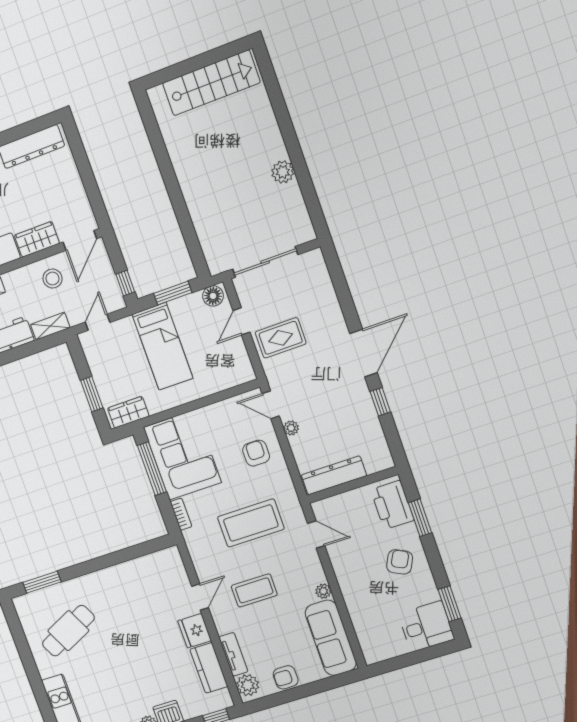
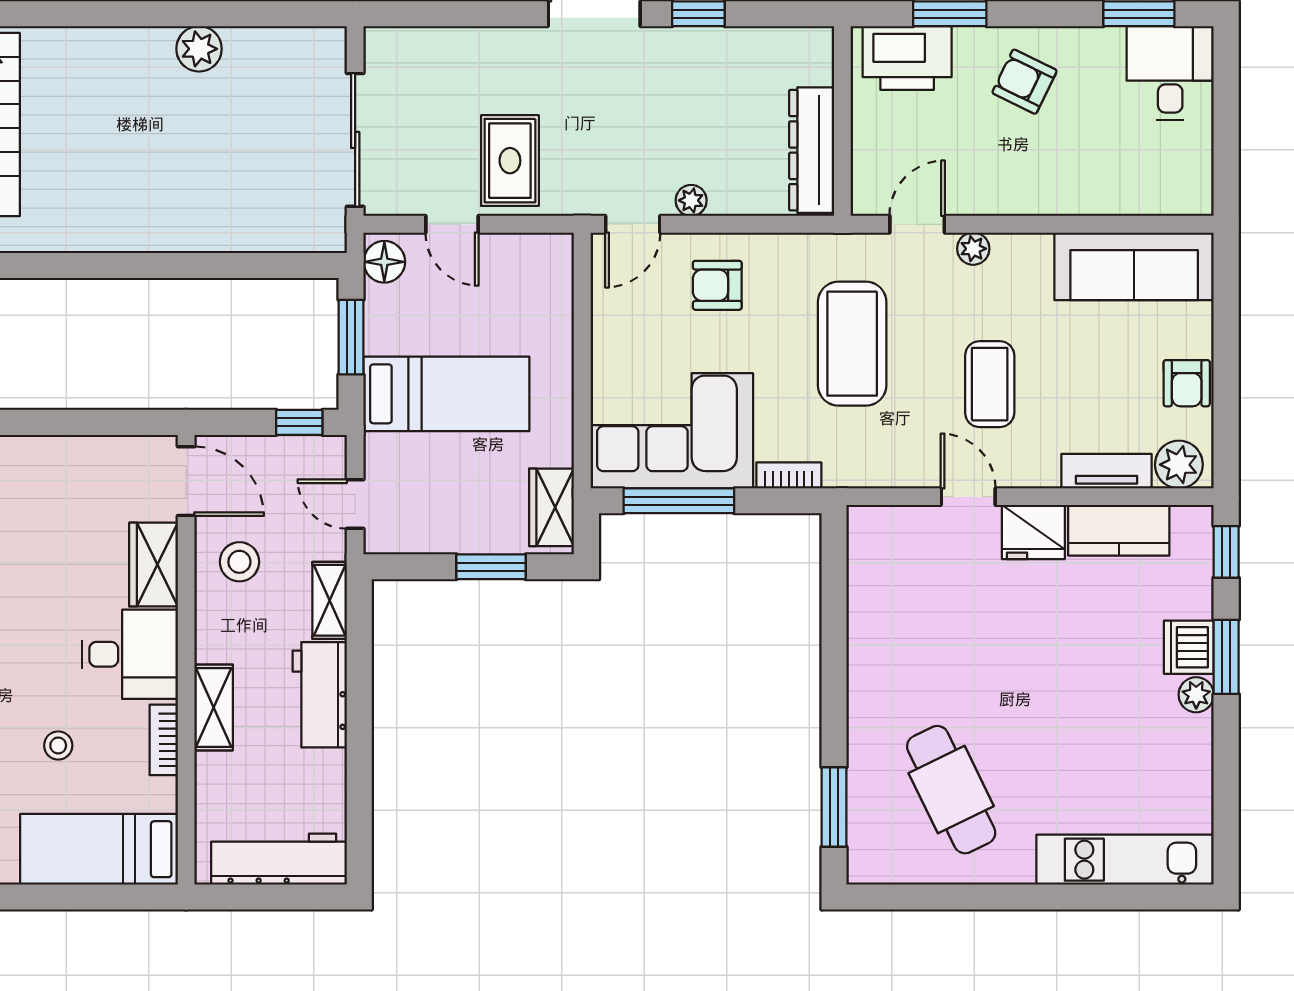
plant: (323, 591) -> (973, 249), moved

